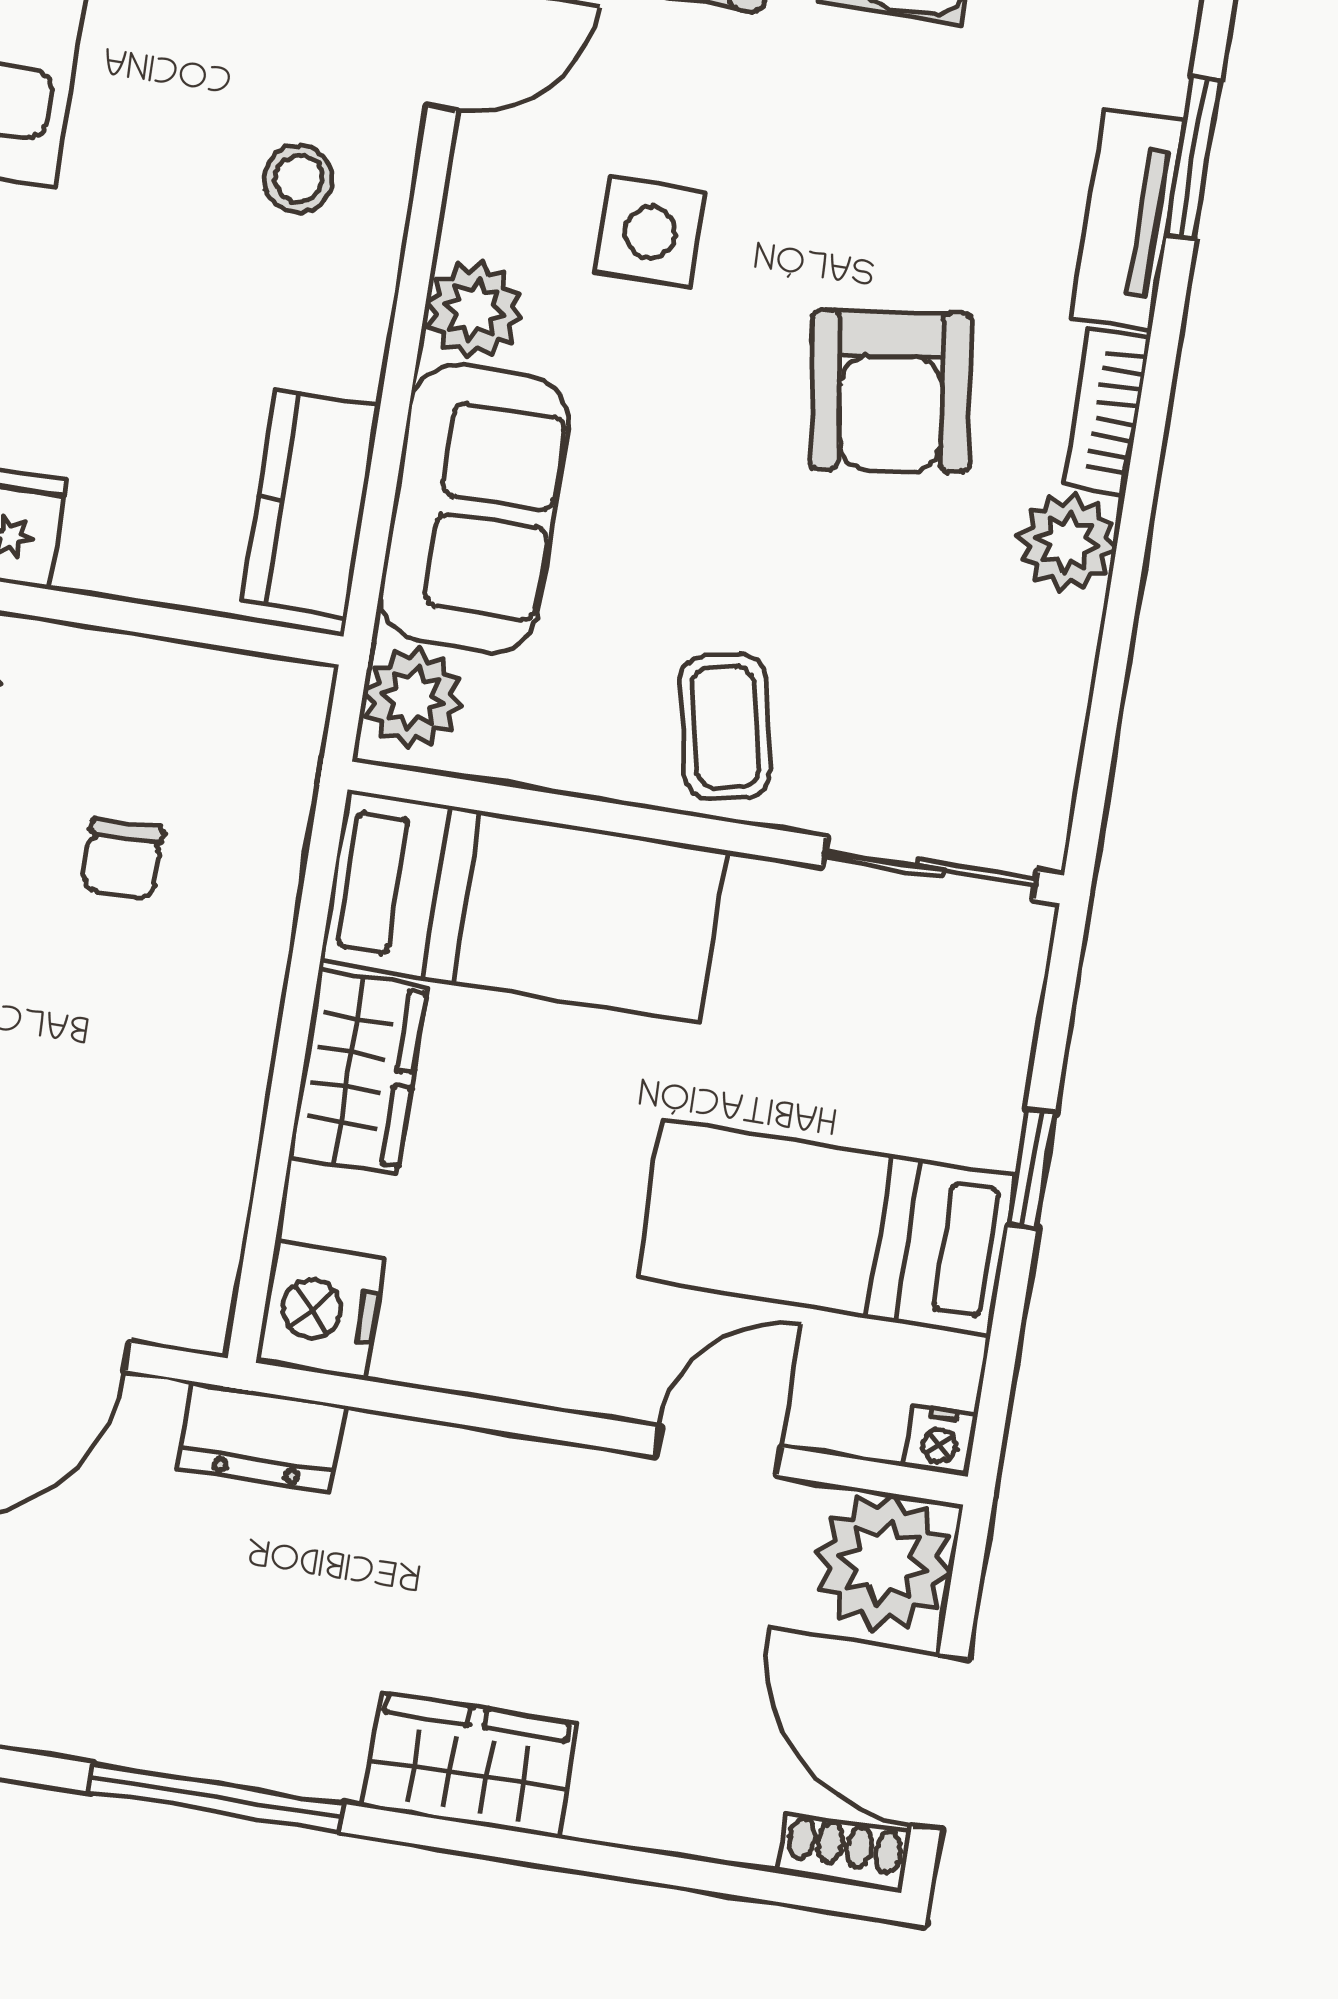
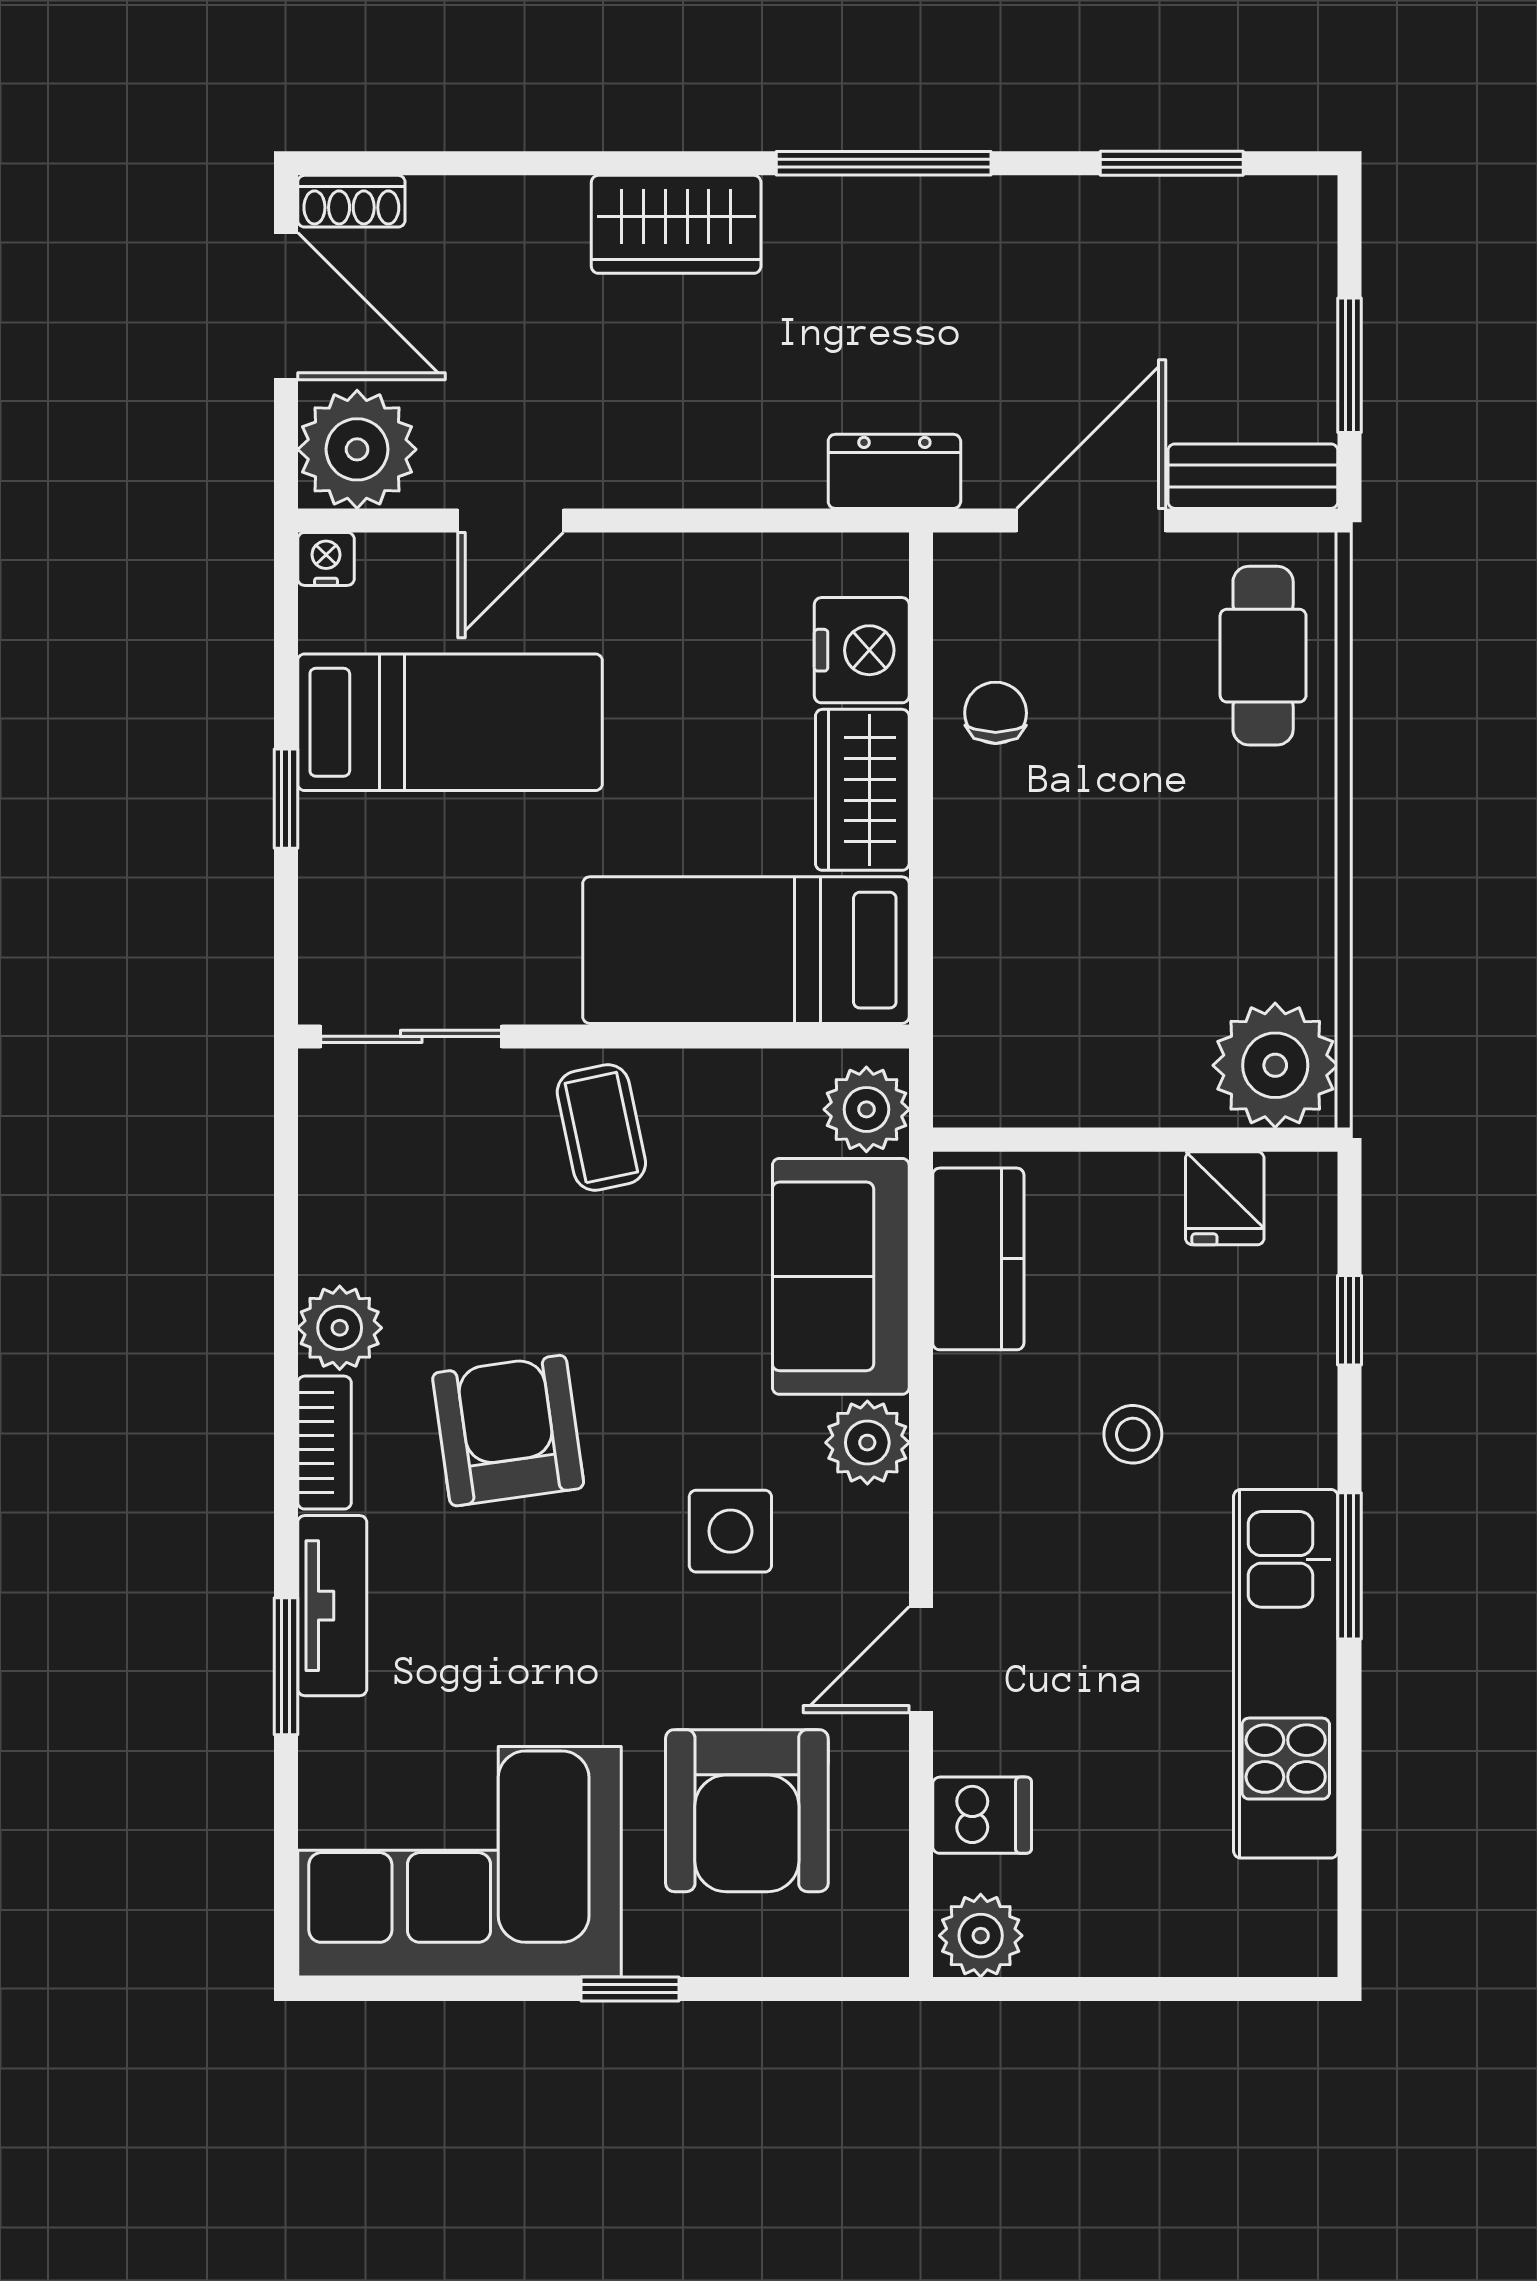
stool: (299, 179) -> (1133, 1434), moved
chair: (123, 859) -> (996, 713), moved
nightstand: (321, 1310) -> (862, 650), moved

